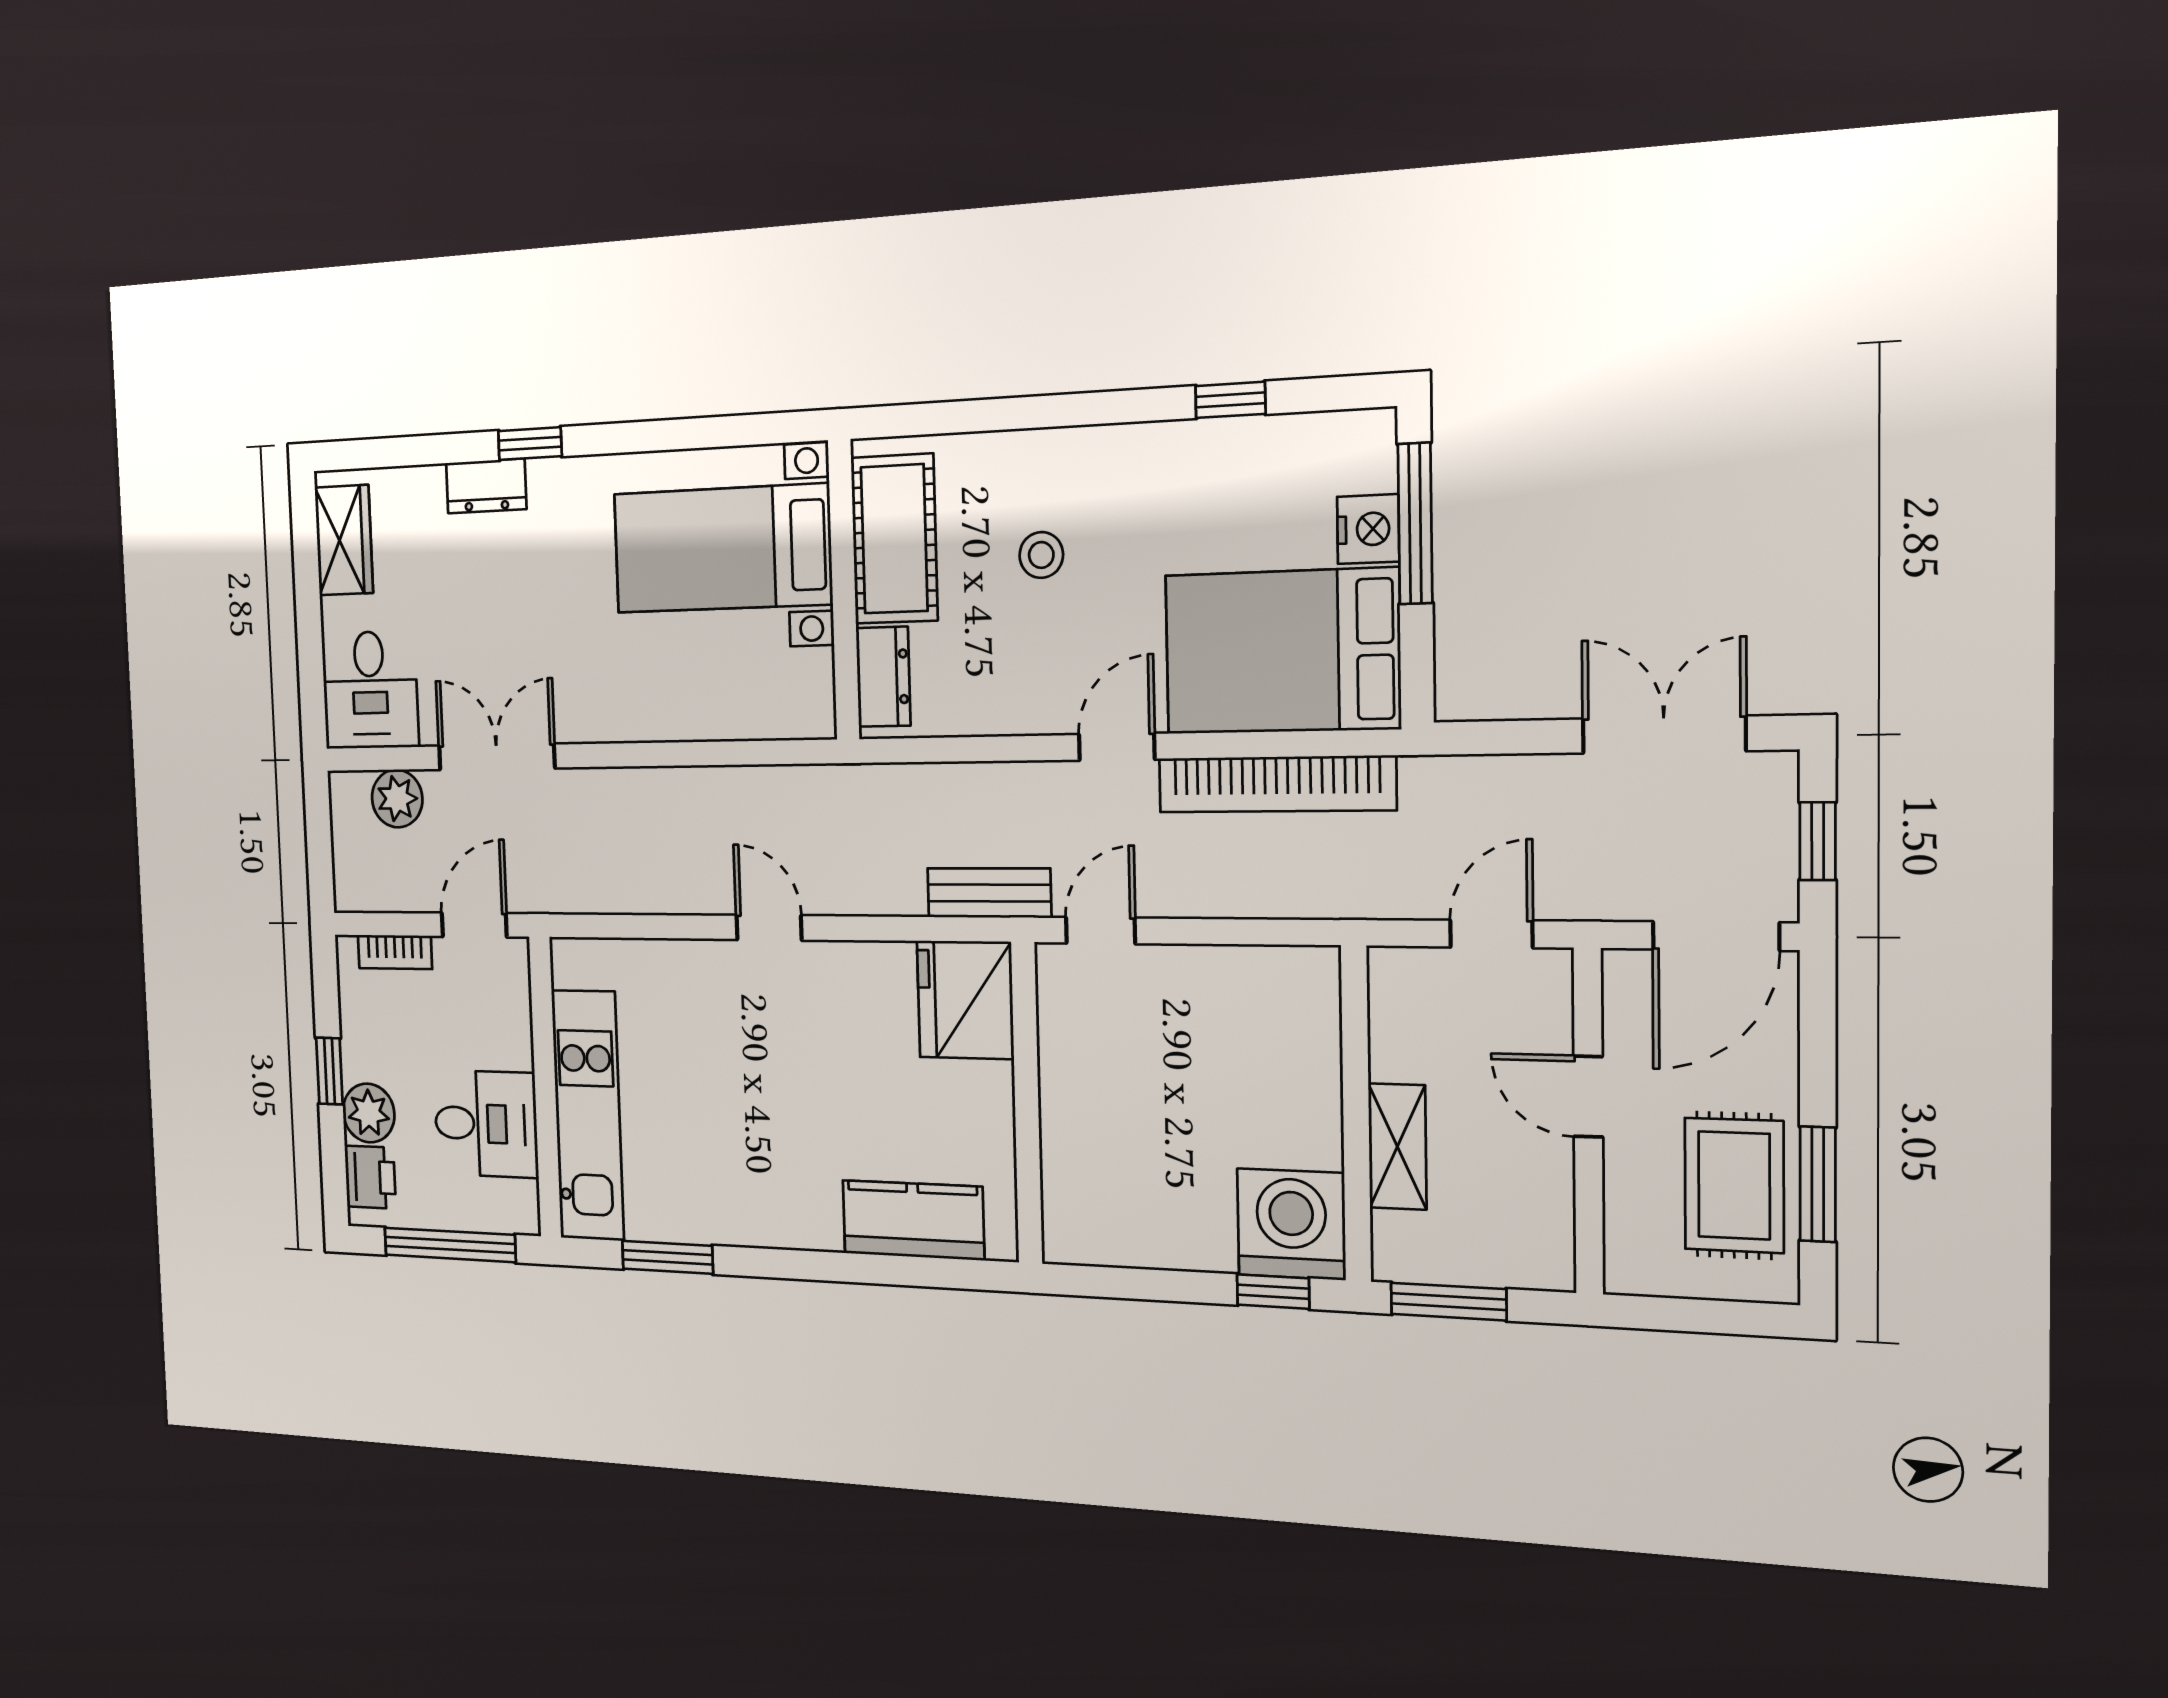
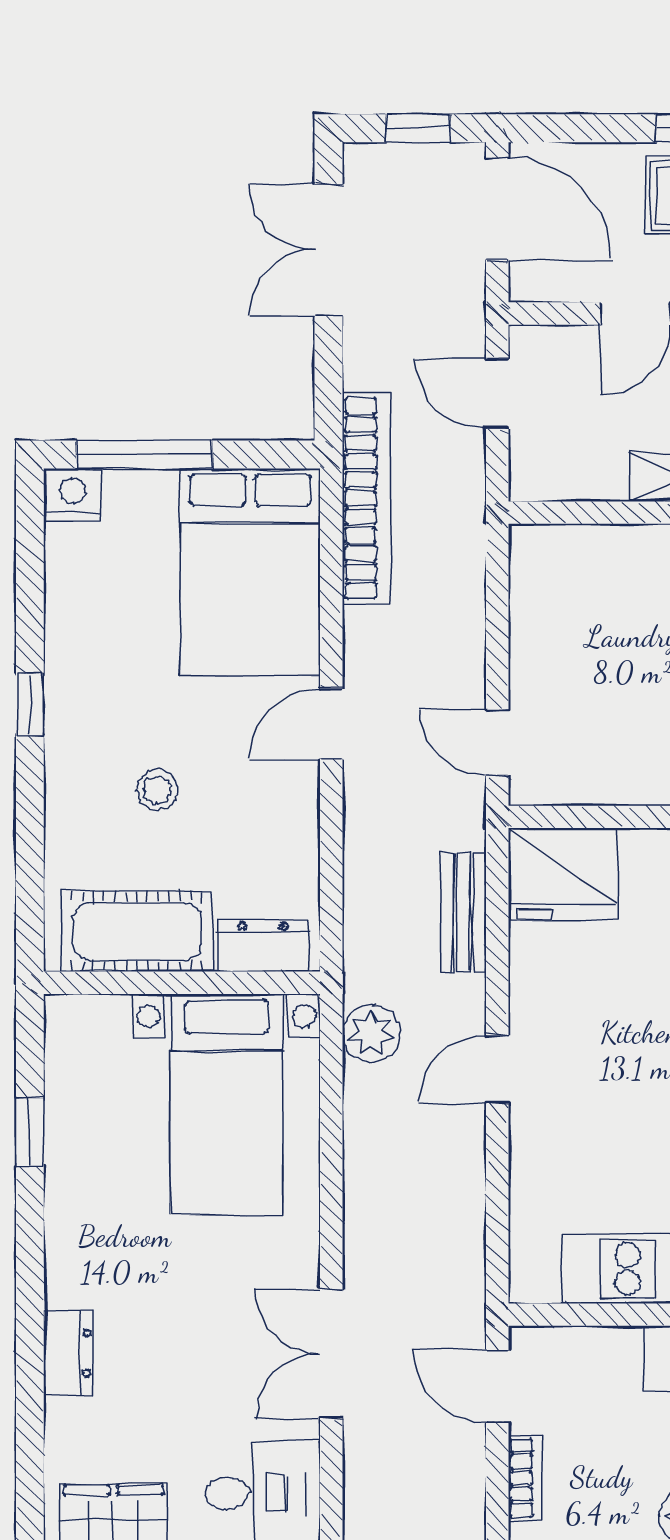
window: (1230, 400) -> (30, 705), moved
window: (530, 444) -> (30, 1132), moved
nightstand: (1368, 529) -> (73, 495), moved
bed with nightstands: (722, 549) -> (227, 1104), moved
door: (1117, 747) -> (331, 724), hinge flipped
bookcase: (1276, 784) -> (366, 498), moved
plant: (397, 799) -> (371, 1034), moved
bench: (989, 893) -> (463, 913), moved

